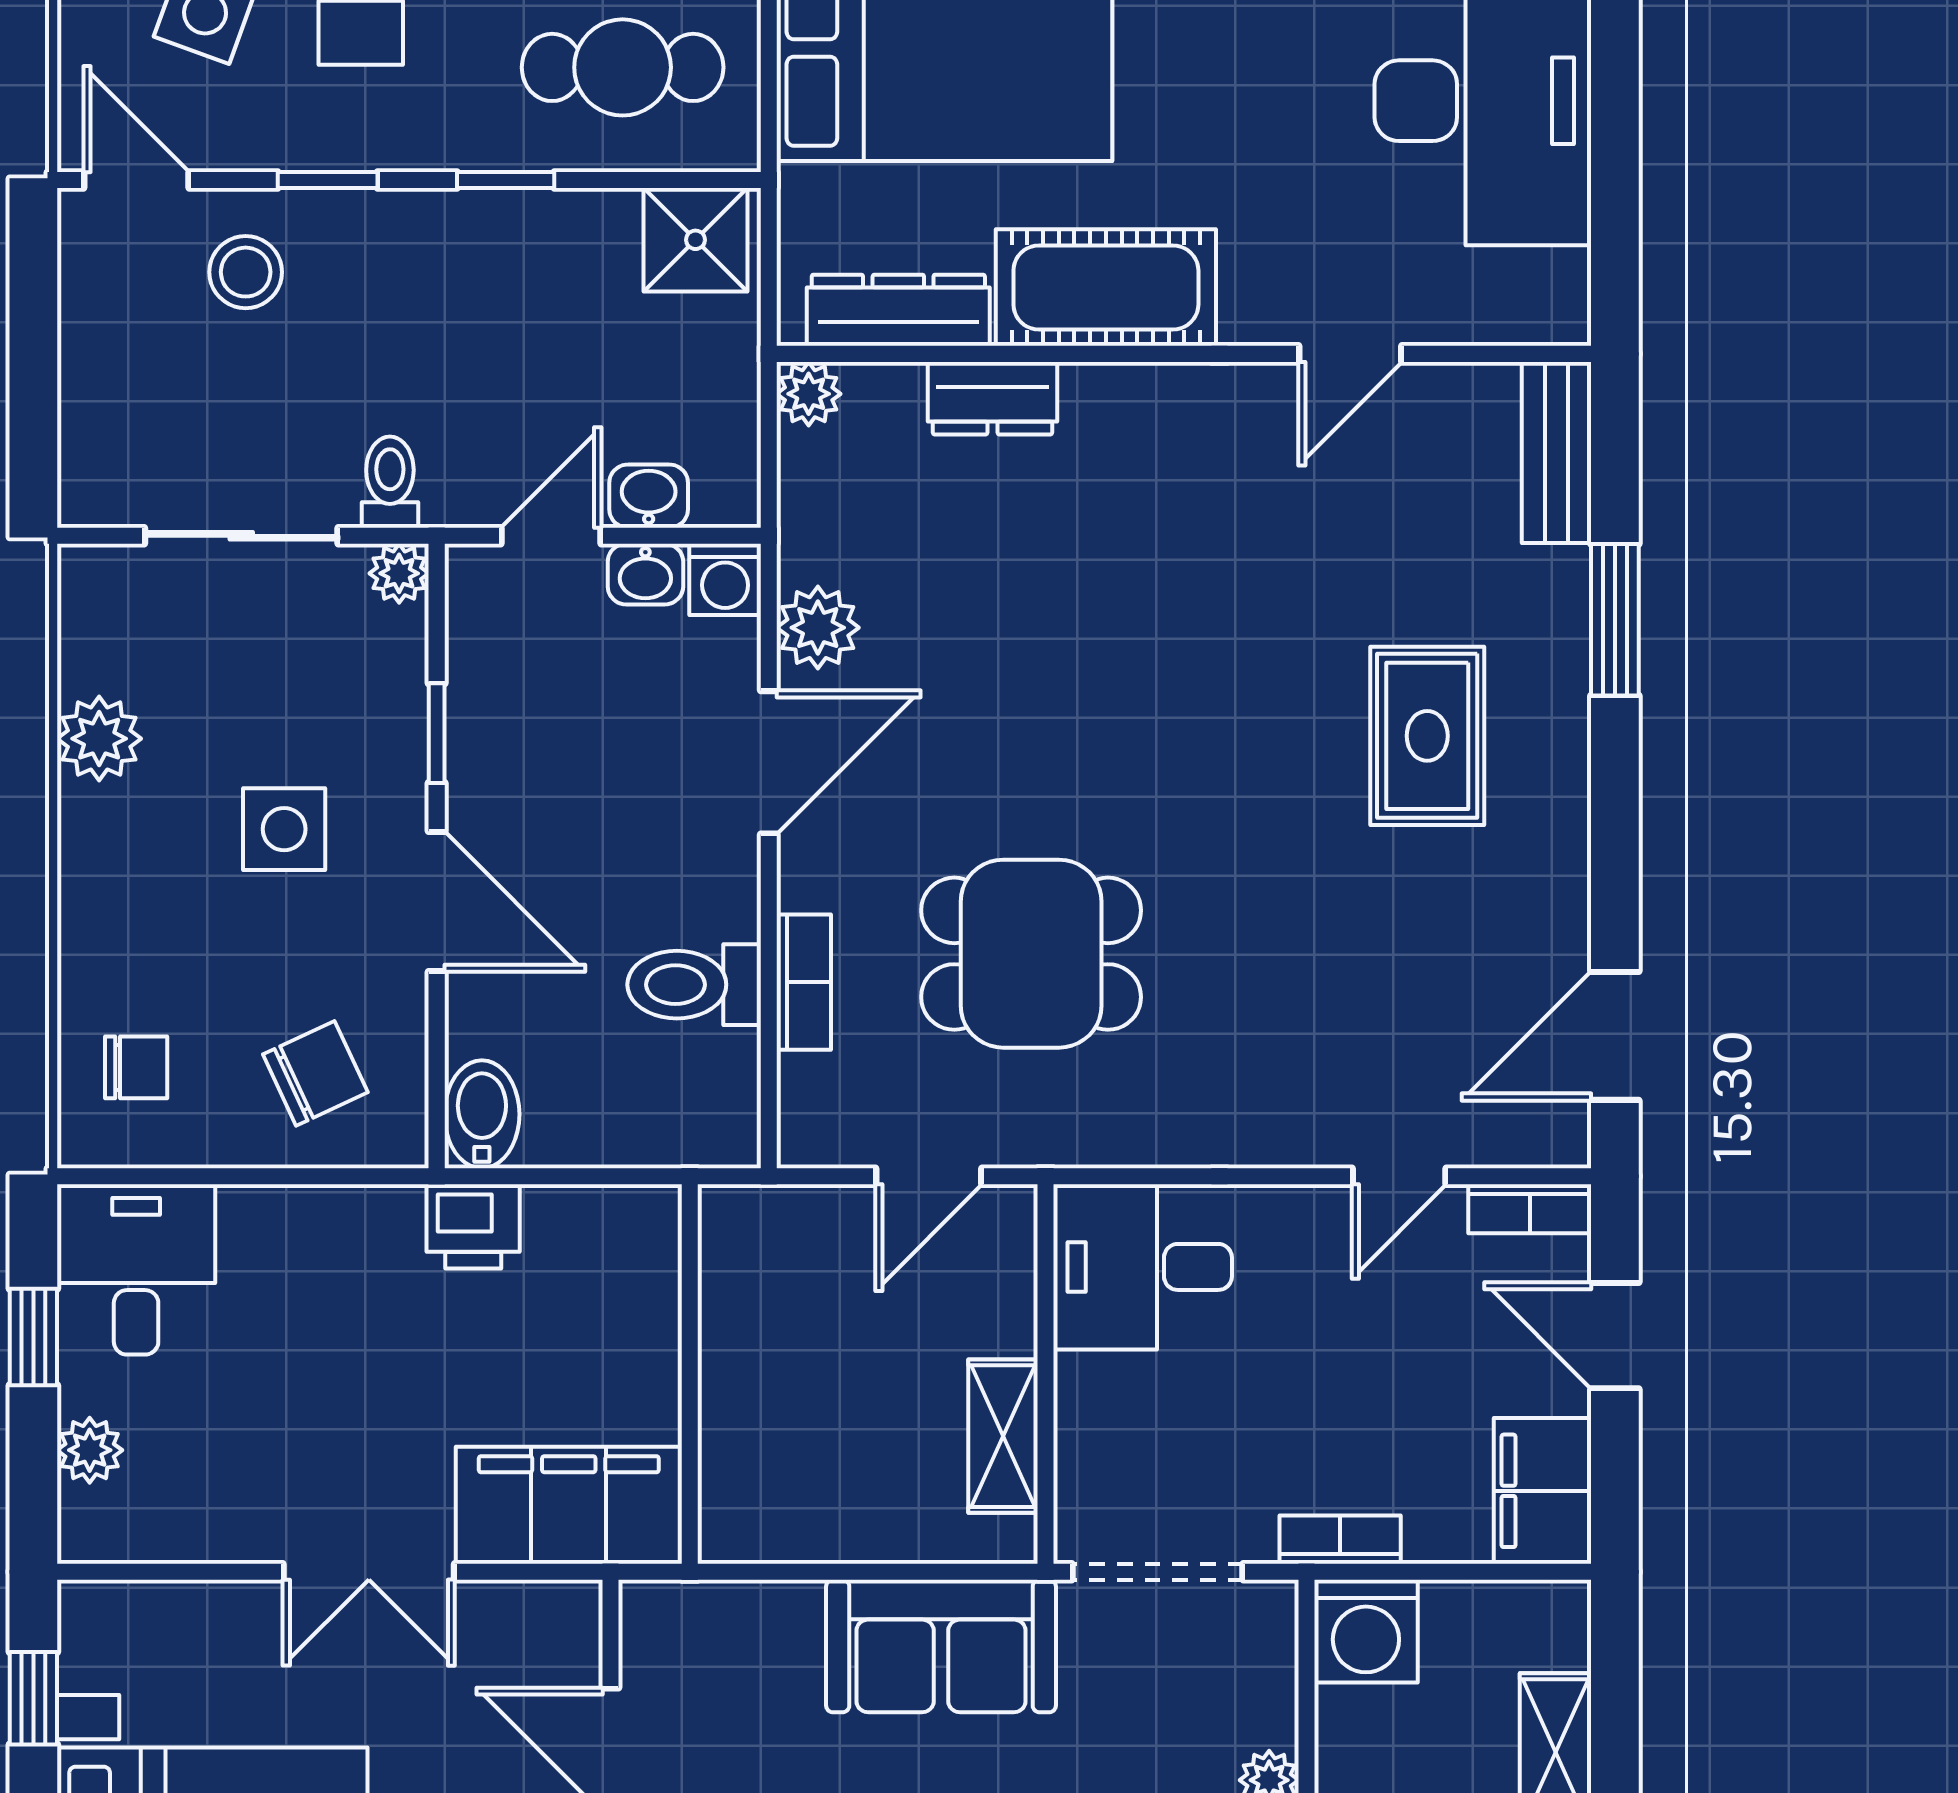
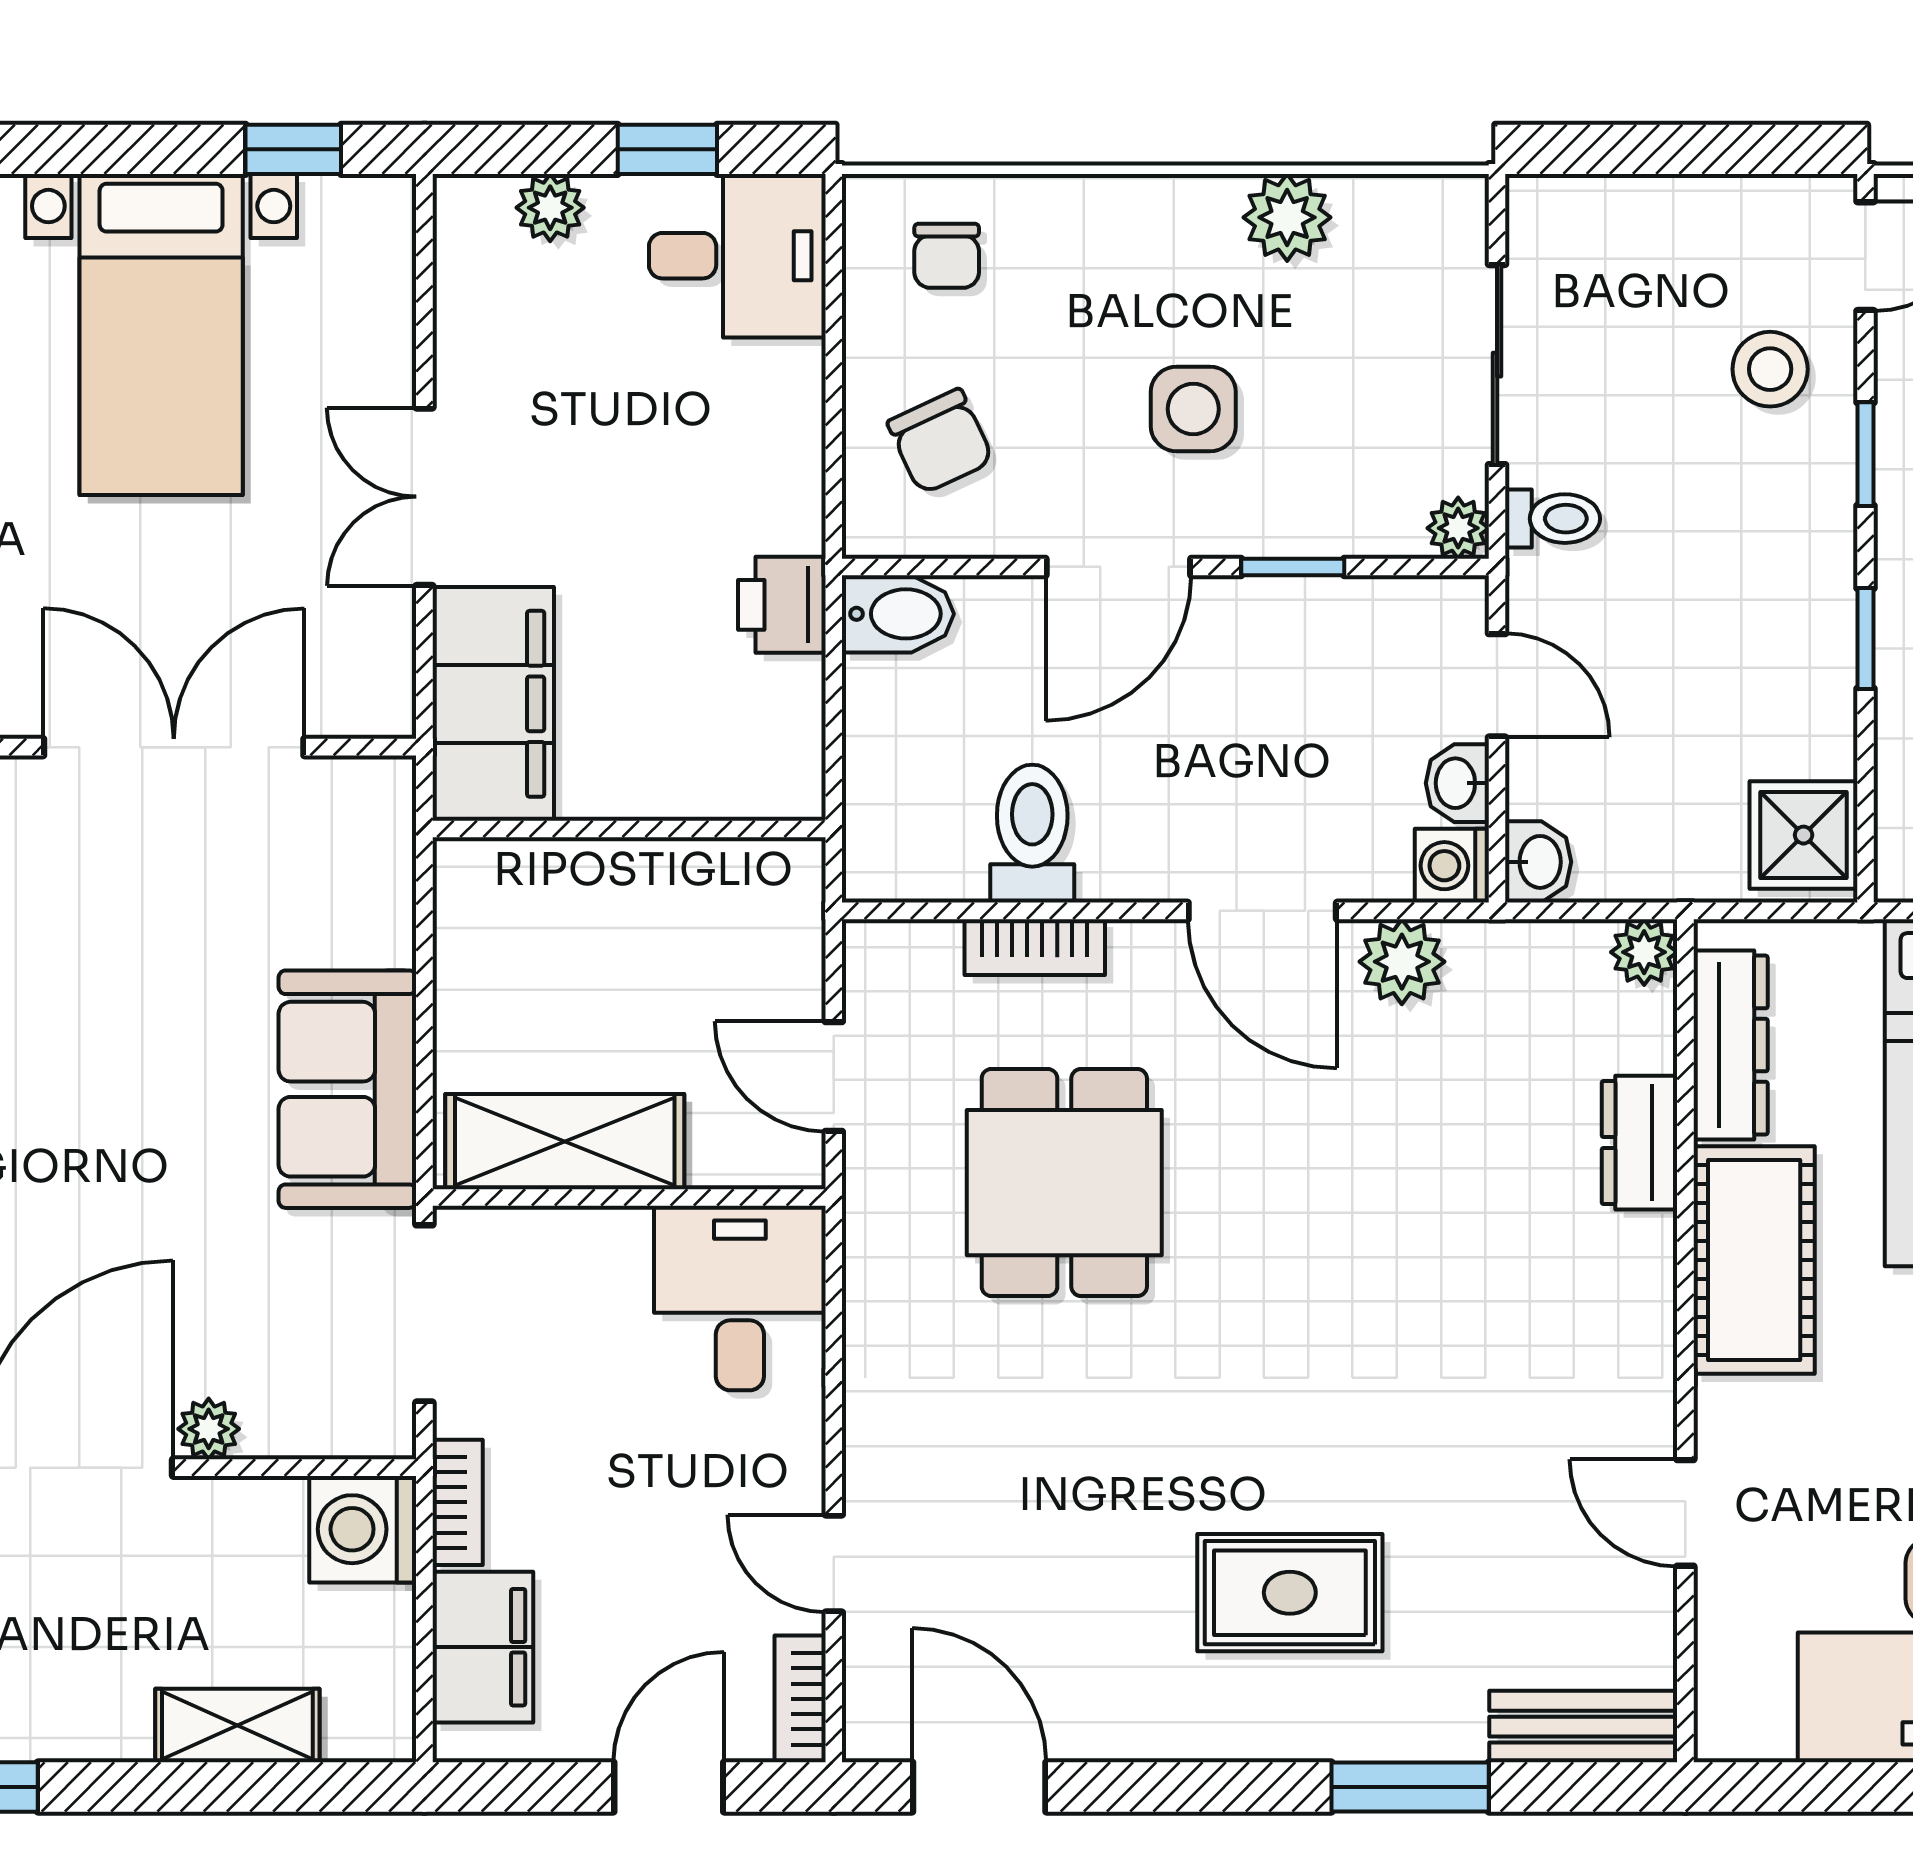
washbasin: (649, 496) -> (1538, 862), moved
shelving: (1003, 1436) -> (565, 1142), width x1.50, depth x1.33
filing cabinet: (1543, 1491) -> (483, 1647), moved, turned 90

